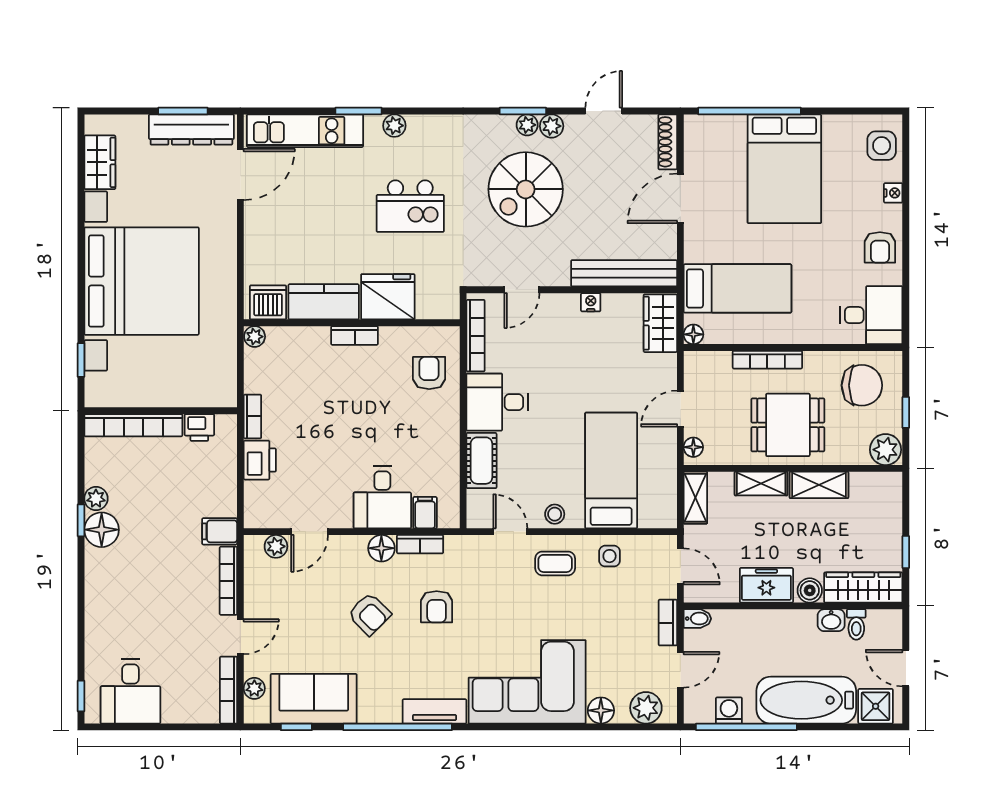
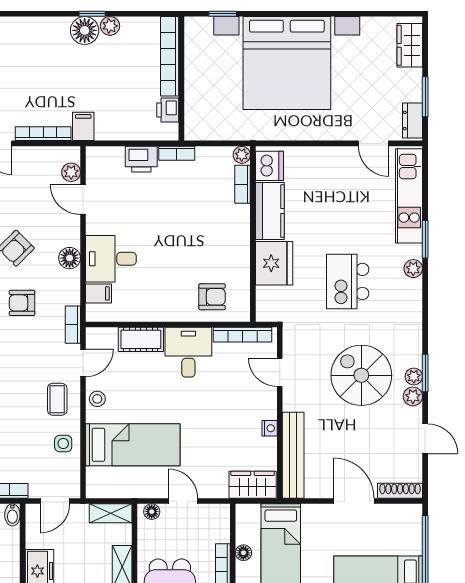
dresser: (191, 129) -> (412, 121), width x0.51, depth x0.80
wardrobe: (100, 162) -> (410, 45), moved, turned 90
door: (240, 175) -> (373, 143), width x0.73
floor lamp: (693, 334) -> (243, 553), moved
bookcase: (355, 335) -> (243, 184), moved
bookcase: (420, 544) -> (73, 325), moved

